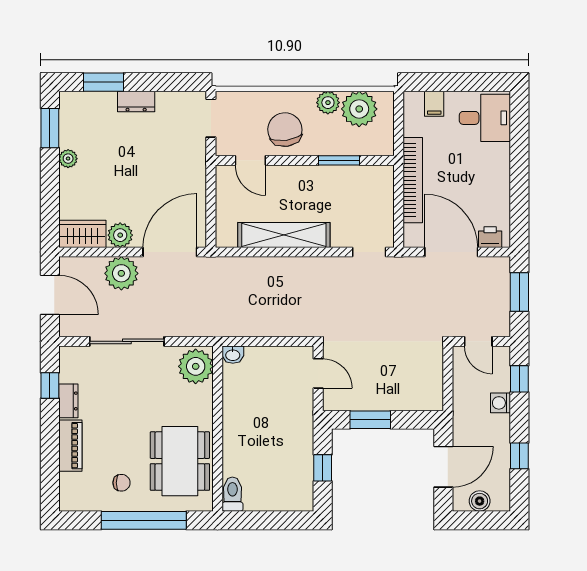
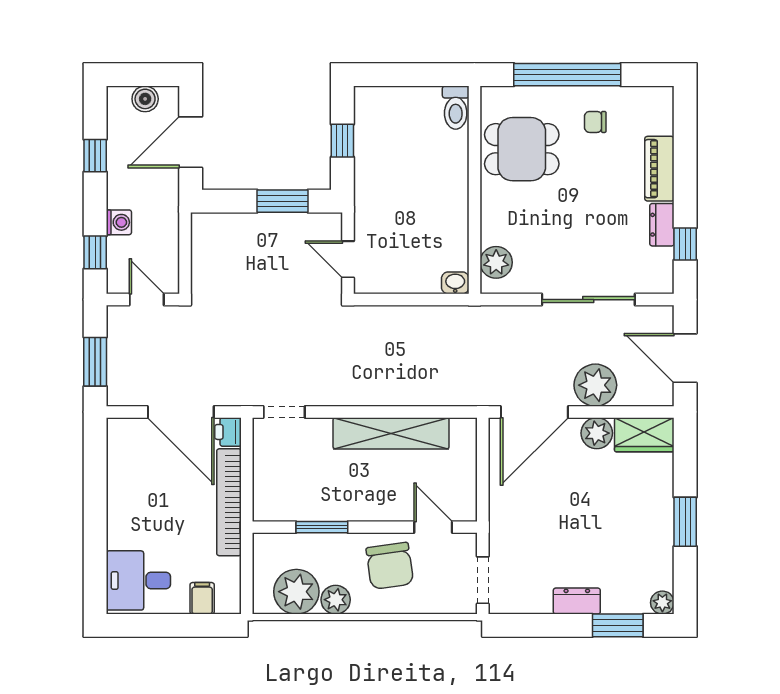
window: (50, 128) -> (685, 522), moved
plant: (68, 159) -> (662, 603), moved
printer: (490, 237) -> (228, 432), moved, turned 90
plant: (196, 366) -> (496, 262), width x0.73, depth x0.73
dining table: (180, 461) -> (522, 149), width x0.73

